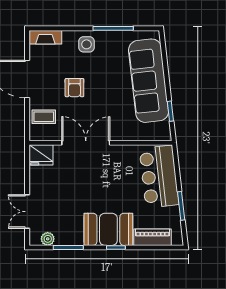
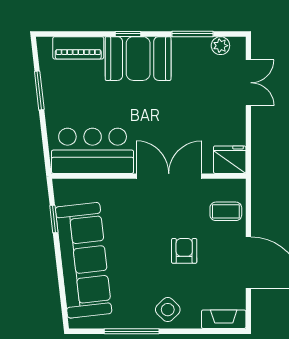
side table: (87, 44) -> (168, 310), turned 45
double door: (86, 143) -> (169, 176), swing flipped
bar counter: (159, 177) -> (93, 151), moved, turned -84

